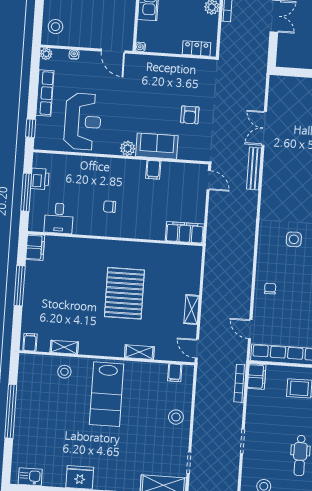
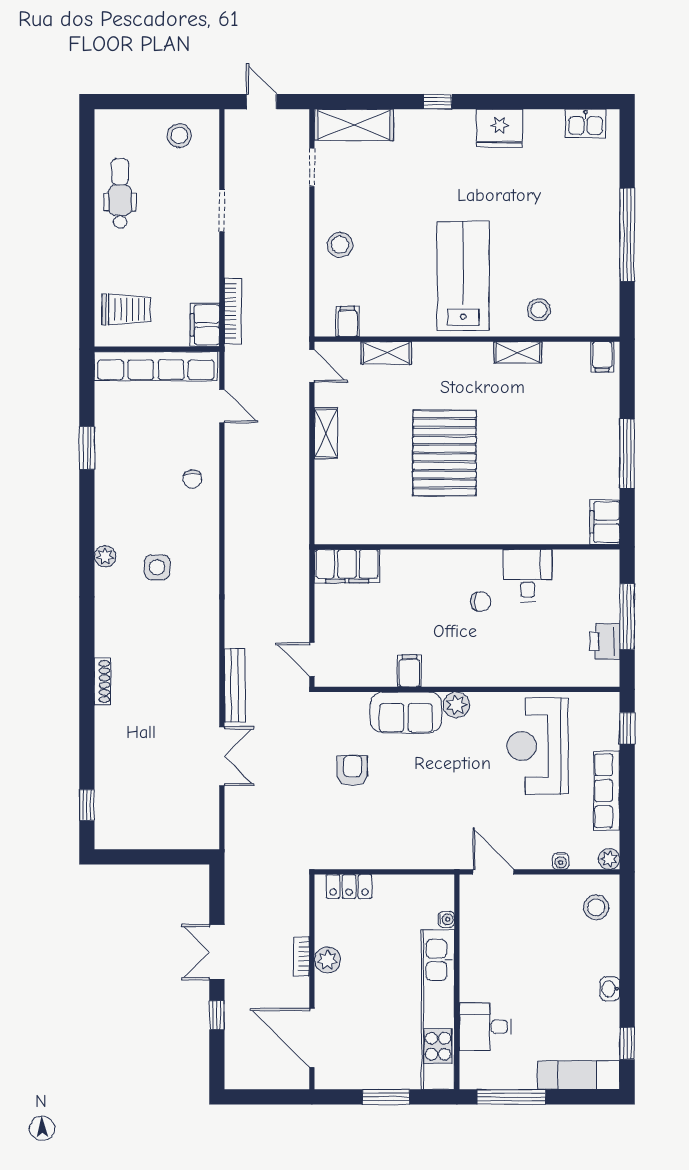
water cooler: (140, 47) -> (446, 919), moved
desk: (59, 218) -> (528, 575), moved
shelving: (64, 347) -> (518, 352), moved
shelving: (139, 352) -> (386, 353), moved

